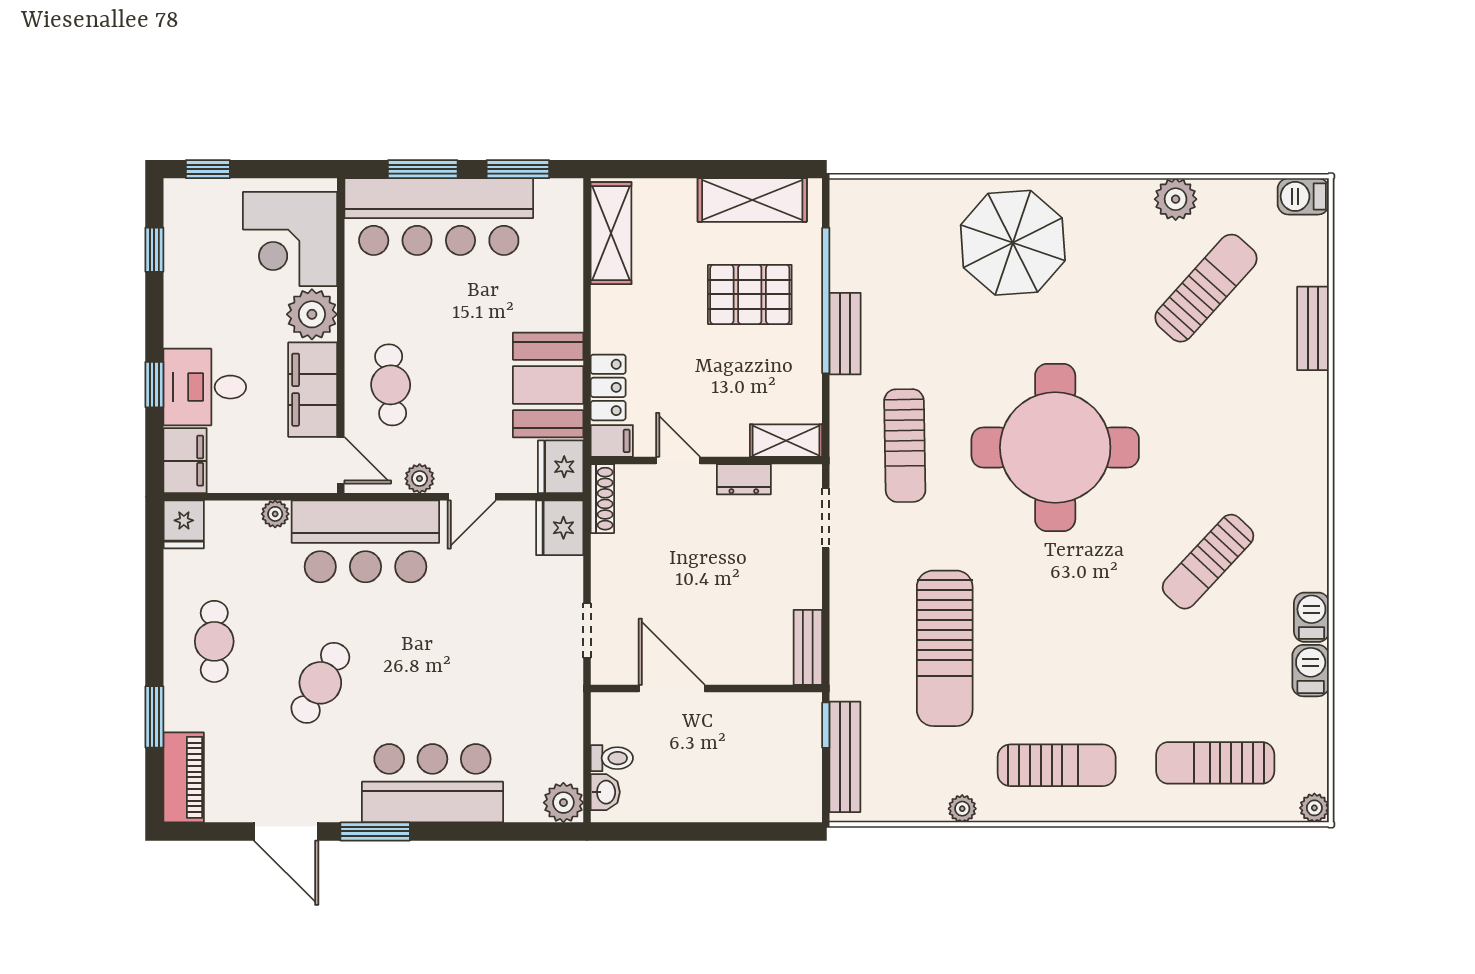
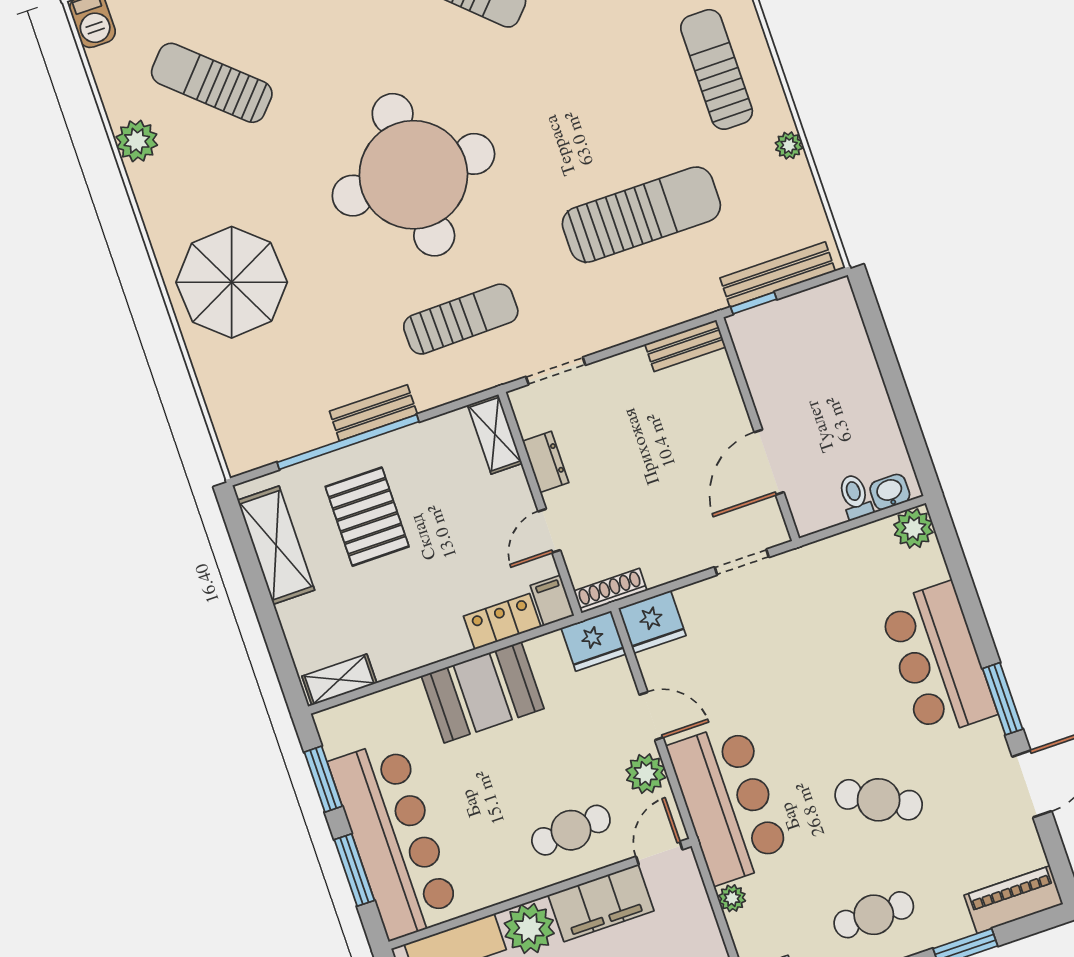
shelving: (611, 233) -> (339, 680), width x0.67, depth x0.75
booth: (548, 385) -> (483, 692), moved
plant: (420, 479) -> (646, 774), width x1.38, depth x1.38

